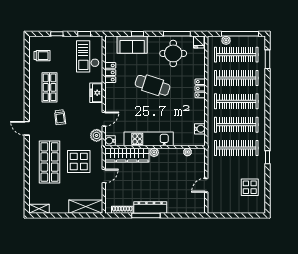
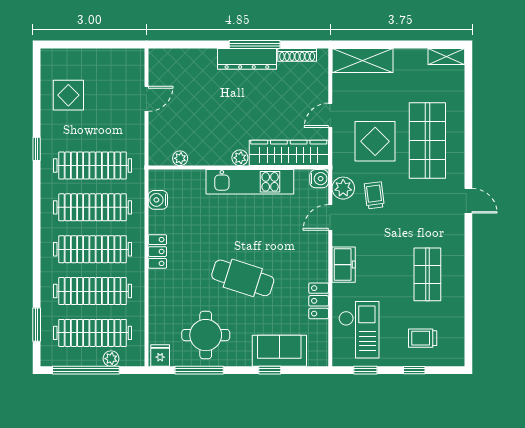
trolley: (42, 56) -> (423, 338), moved
locker: (200, 88) -> (157, 252), moved
trolley: (60, 117) -> (374, 195), moved

